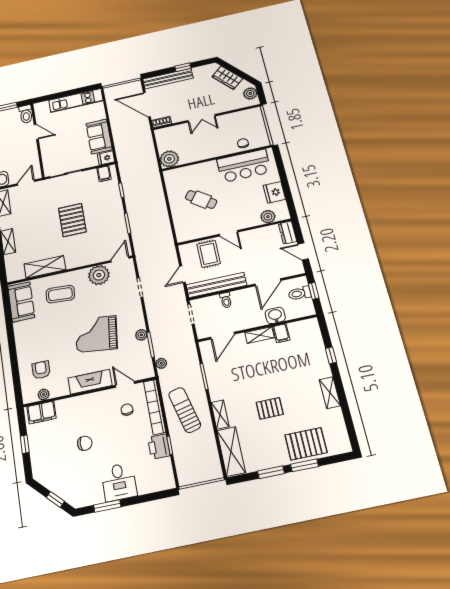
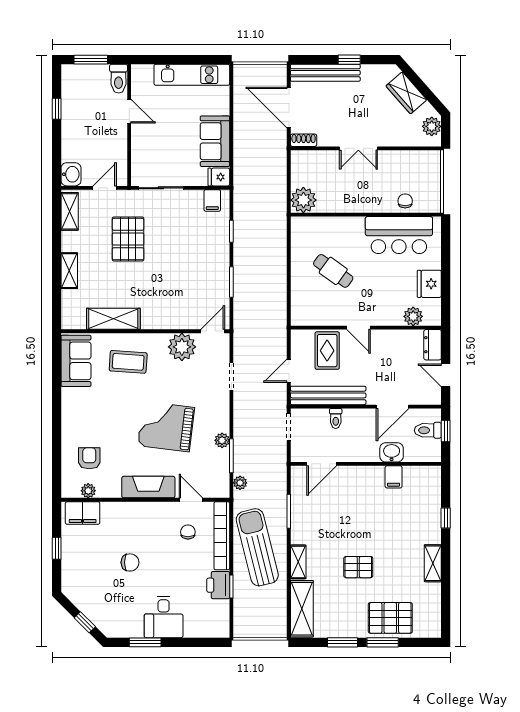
pallet: (72, 220) -> (128, 239), moved
shelving: (260, 335) -> (367, 473), removed
sun lounger: (185, 410) -> (257, 547), width x1.36, depth x1.34

